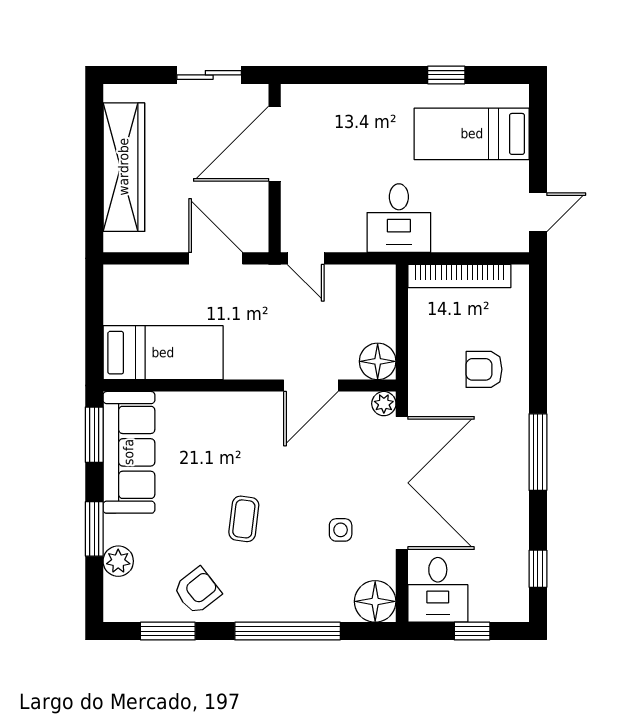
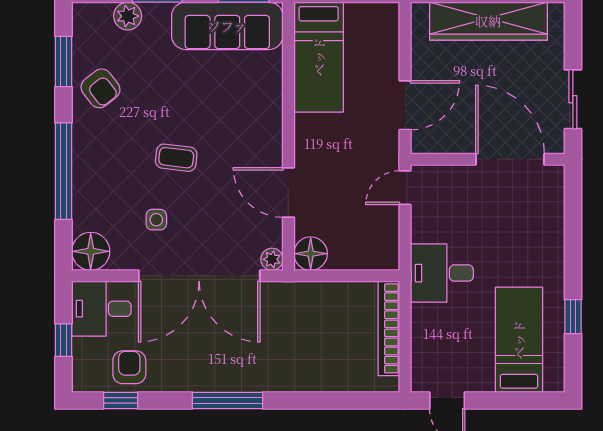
armchair: (484, 369) -> (129, 367), moved
coffee table: (244, 519) -> (176, 158), moved

